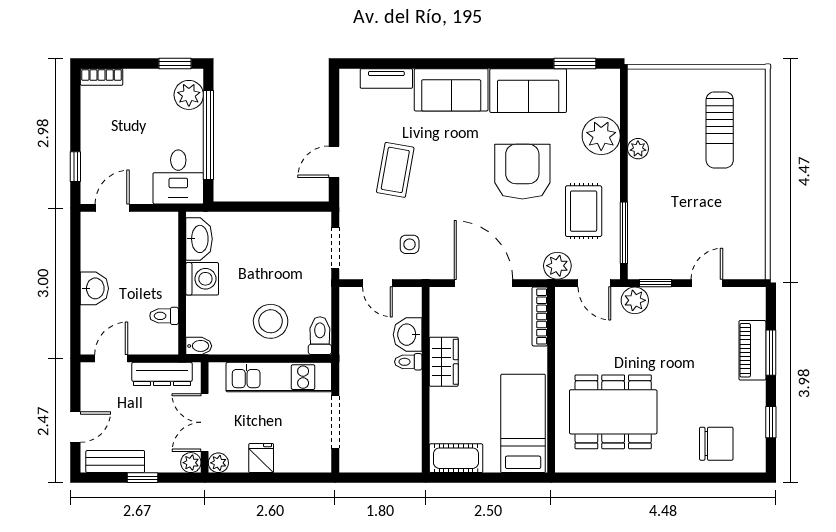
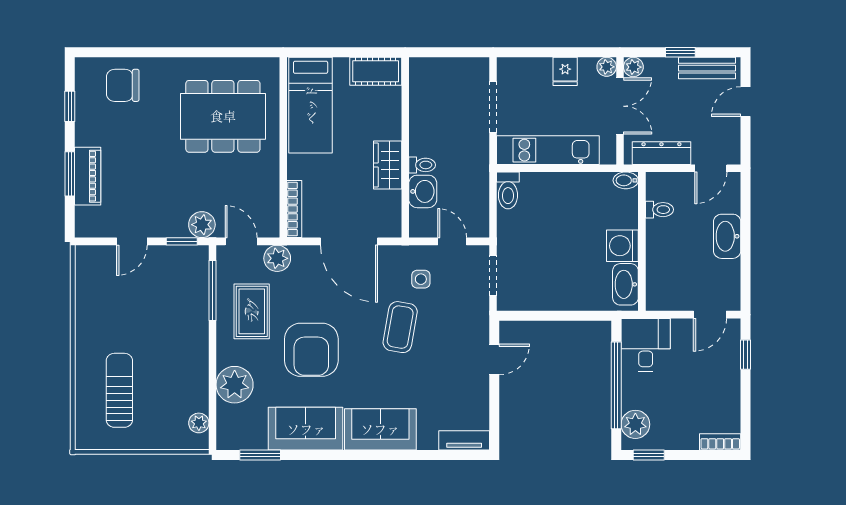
tv unit: (386, 78) -> (464, 440), moved
plant: (638, 149) -> (199, 423), moved
coffee table: (395, 170) -> (400, 327), moved
washbasin: (94, 288) -> (727, 236), width x1.38
stool: (271, 321) -> (556, 204), removed

